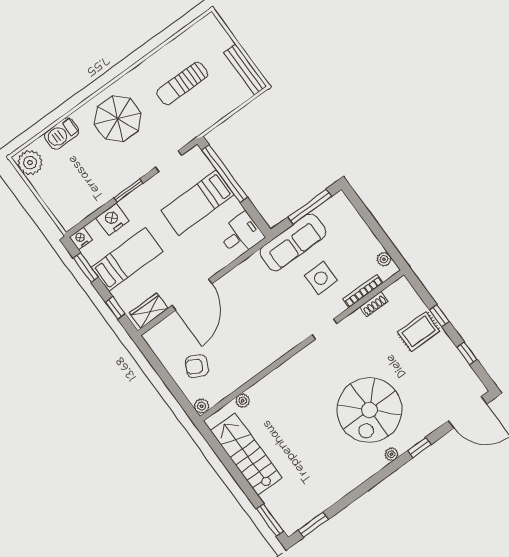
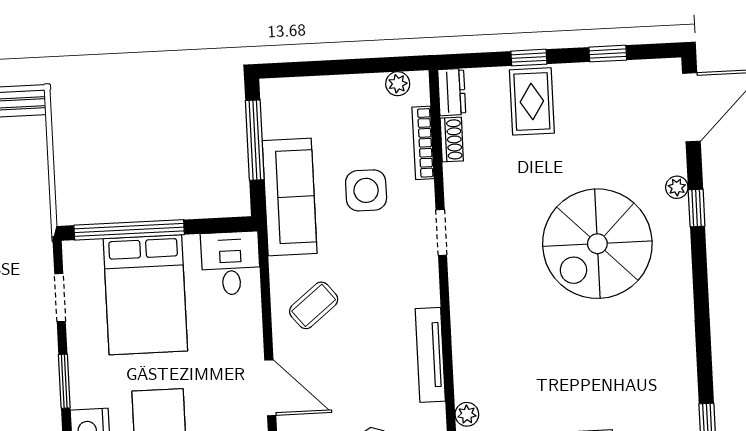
bed: (198, 203) -> (145, 295), width x1.50
coffee table: (247, 289) -> (314, 305), added
dresser: (397, 289) -> (452, 92), added
door: (192, 295) -> (270, 388), width x0.73
tv unit: (260, 363) -> (430, 355), added
spiral stairs: (369, 410) -> (597, 244), turned 90
plant: (391, 454) -> (677, 187), moved

